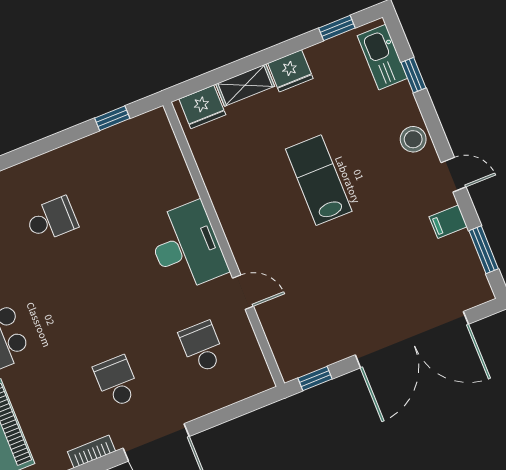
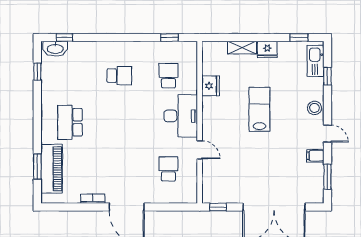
fridge: (202, 107) -> (210, 86), moved, turned -90
school desk: (117, 381) -> (168, 76), moved

